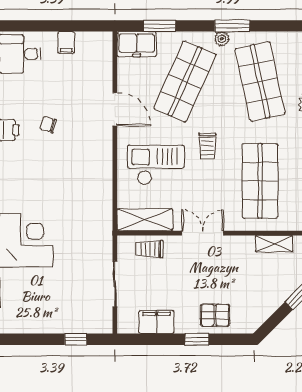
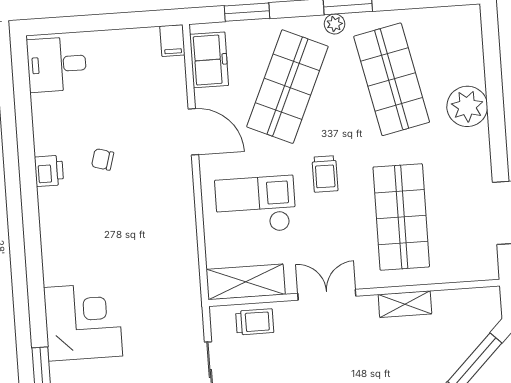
filing cabinet: (66, 43) -> (172, 41), moved
freezer: (137, 44) -> (209, 60), moved, turned -90
shelving: (274, 244) -> (405, 304), moved
trolley: (149, 249) -> (255, 322), turned 180

